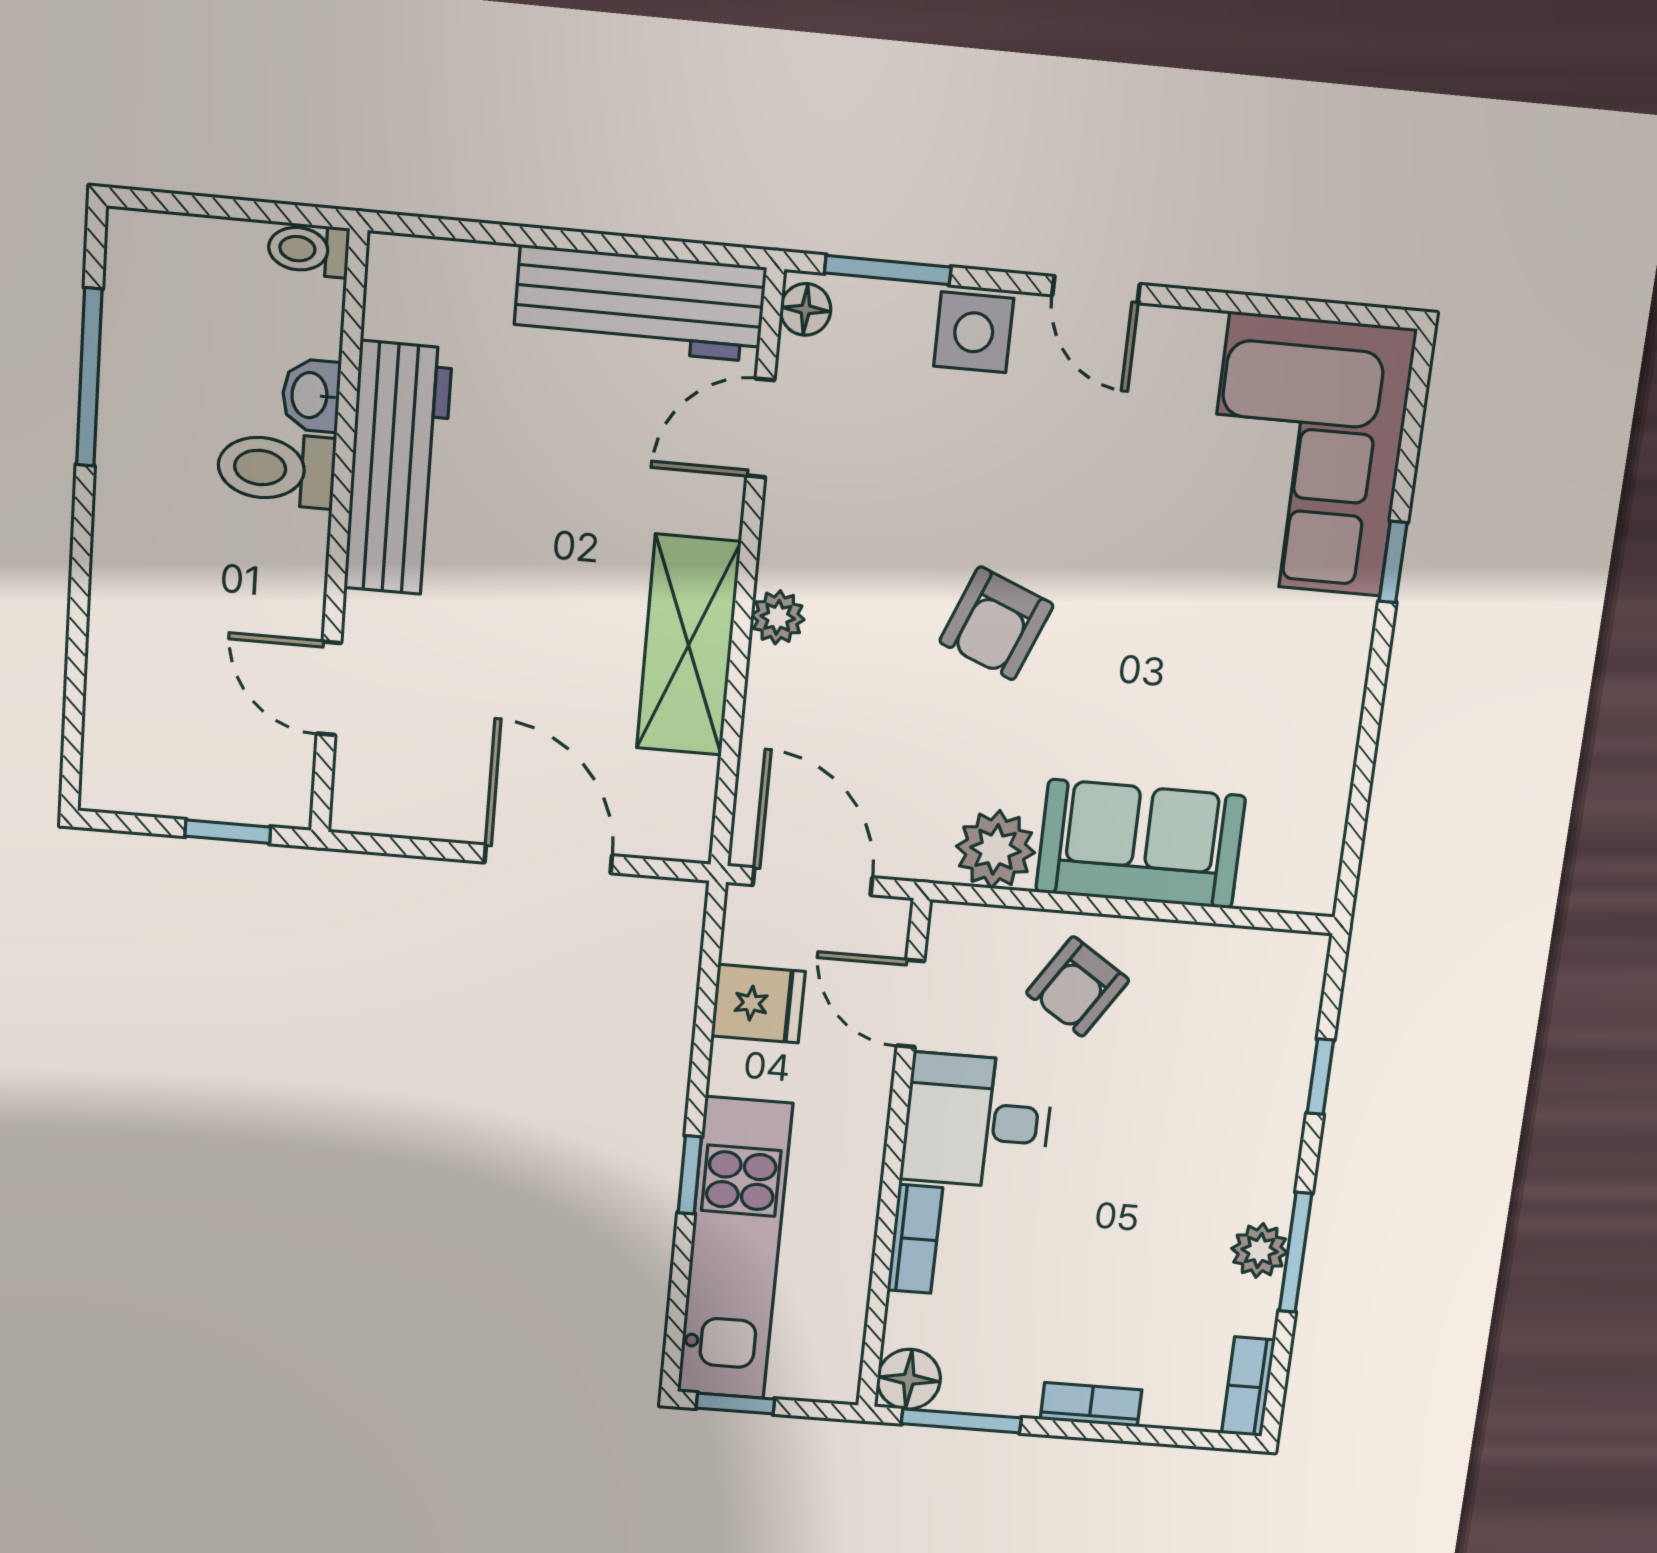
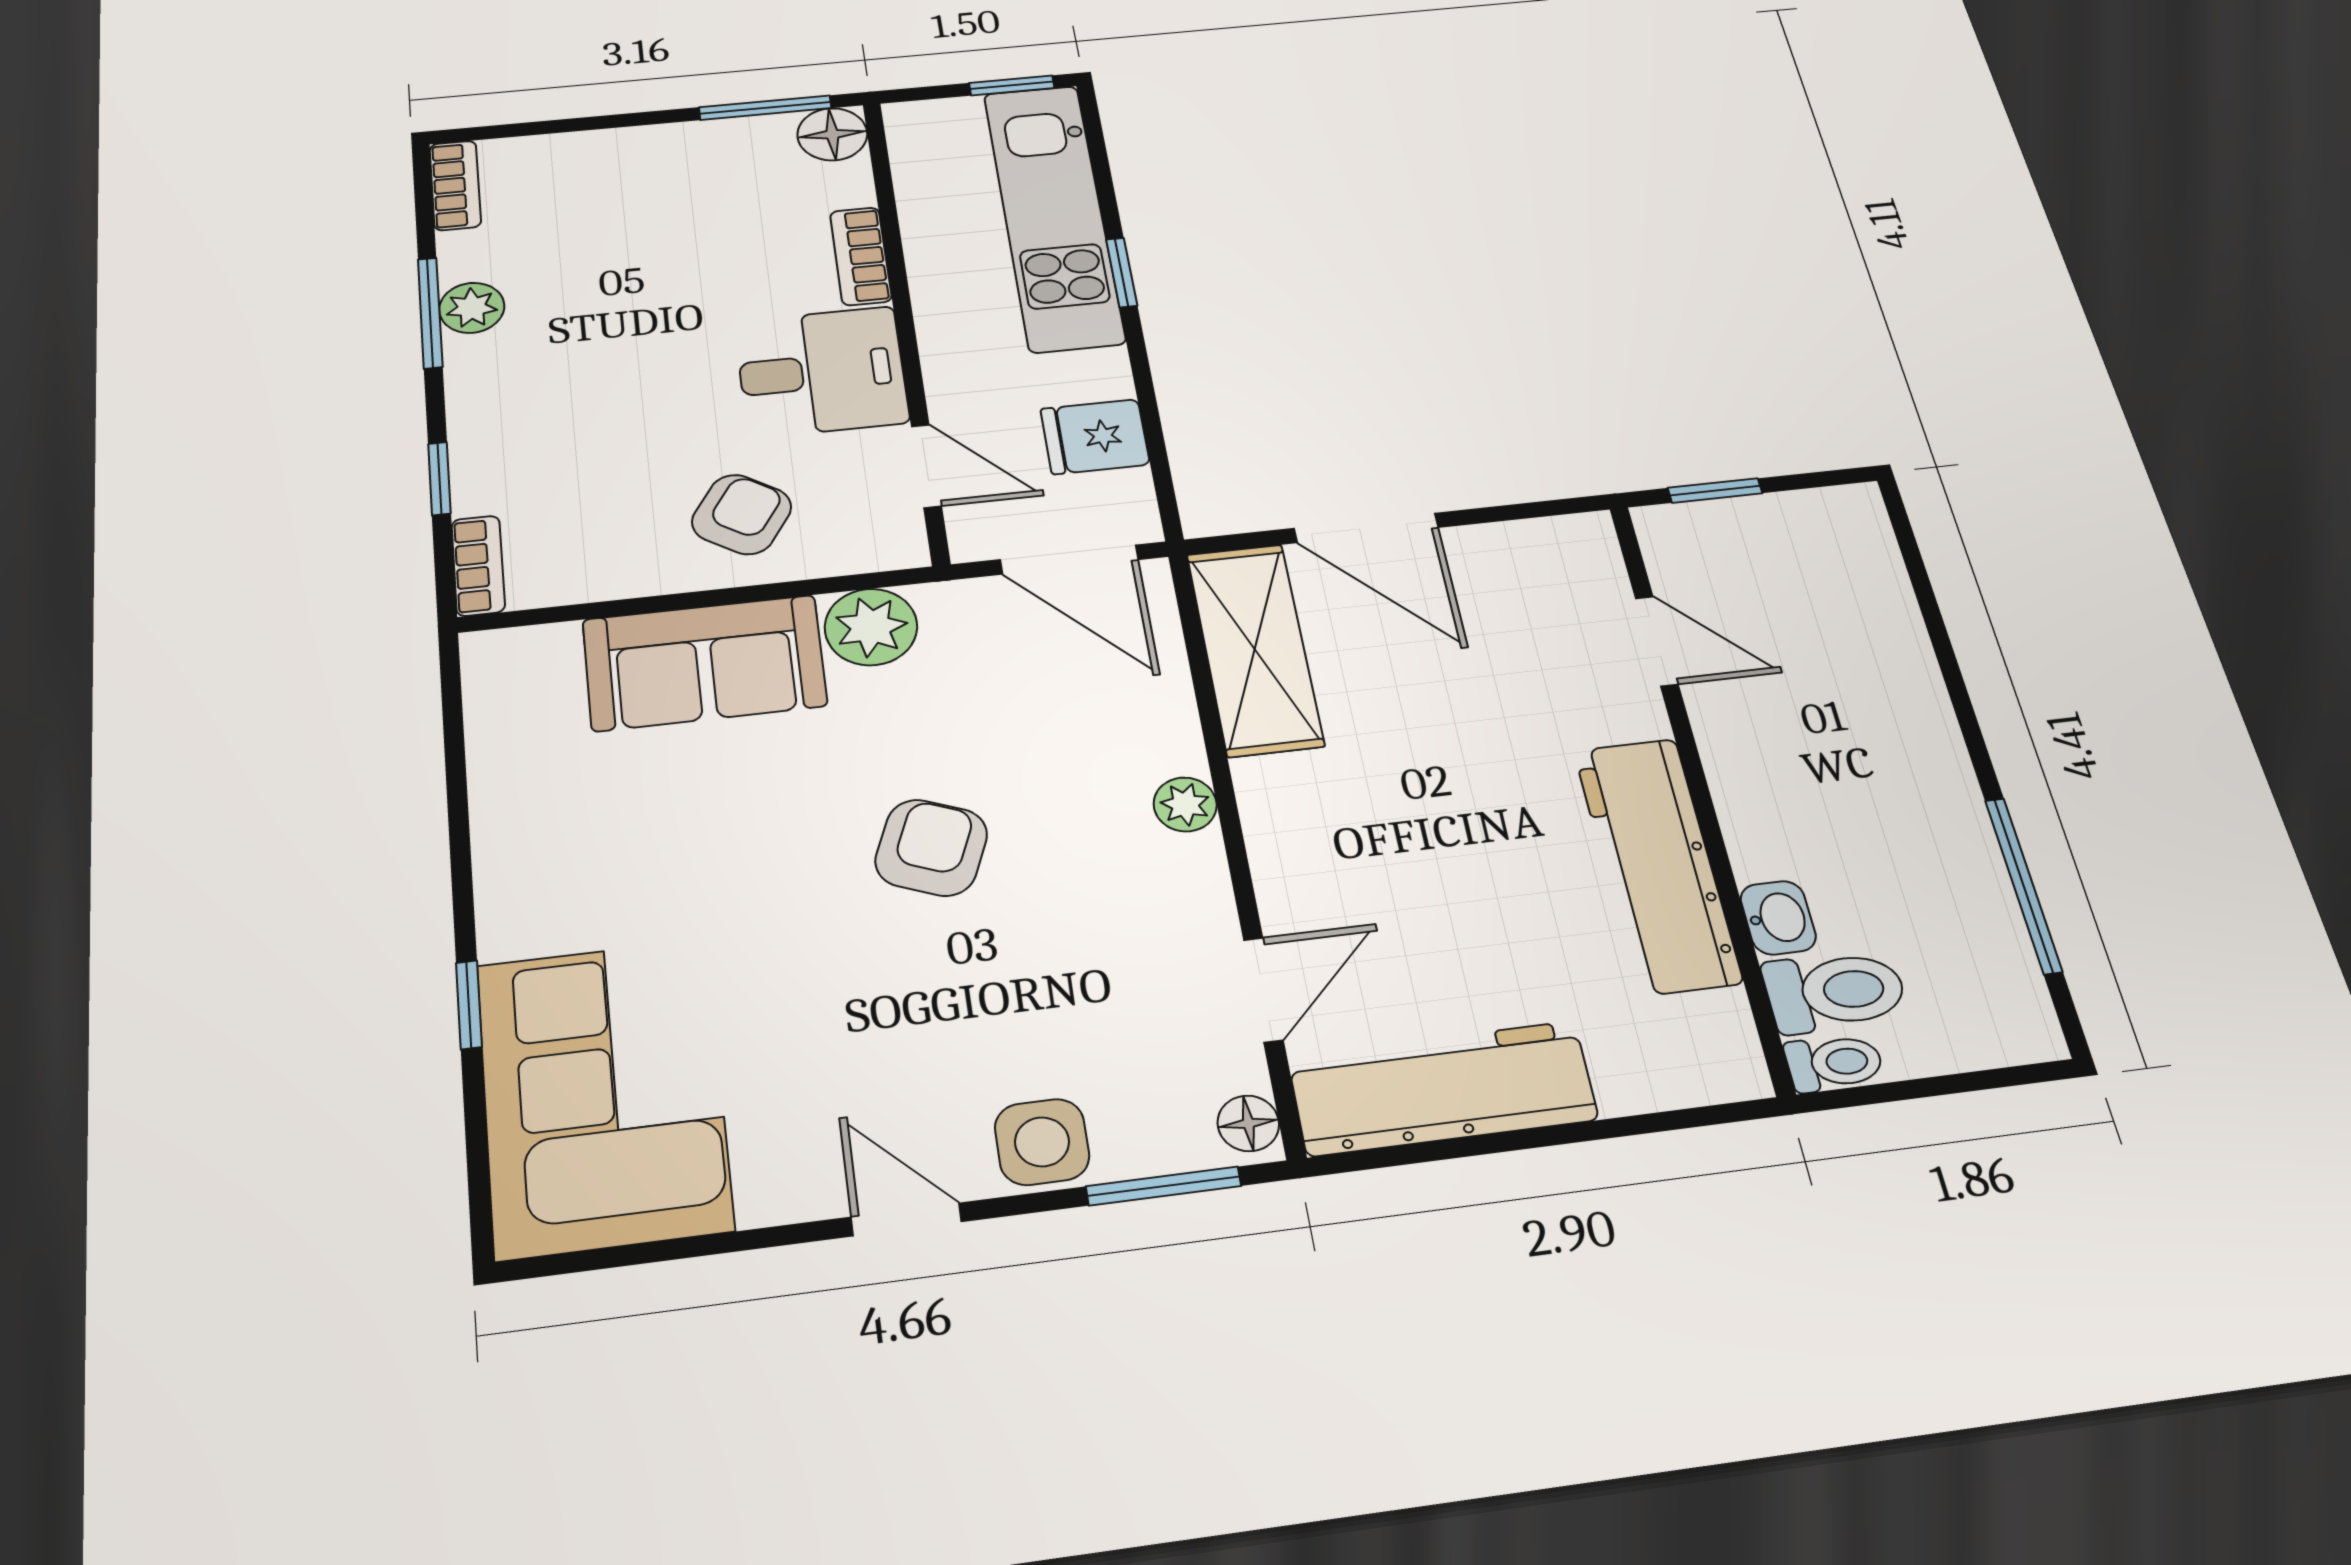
toilet: (276, 469) -> (1835, 991), moved
shelving: (688, 645) -> (1255, 649), moved
bookcase: (1091, 1405) -> (478, 566), moved, turned -90

